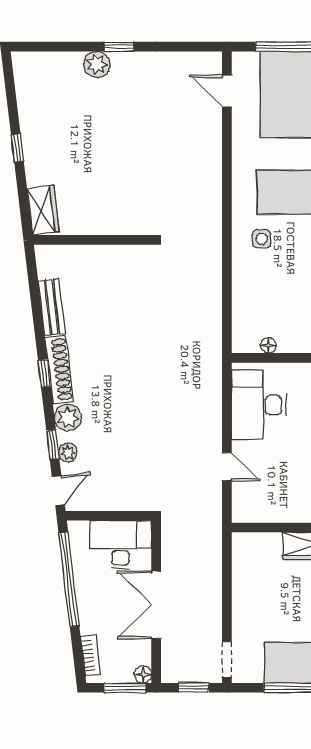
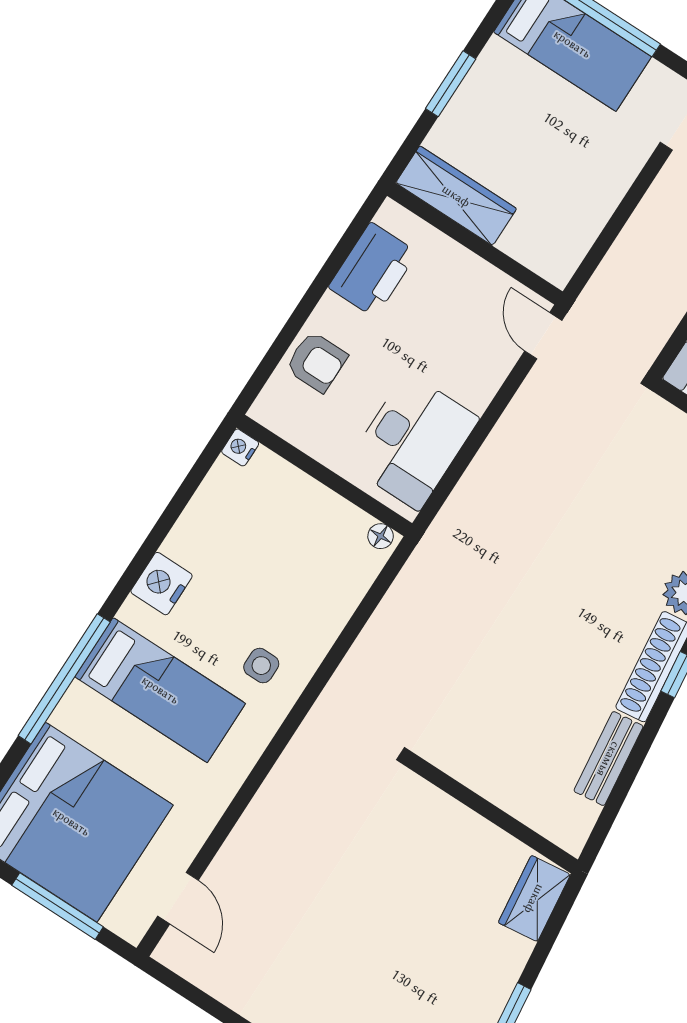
floor lamp: (268, 345) -> (381, 536), moved
door: (227, 467) -> (543, 336), moved

